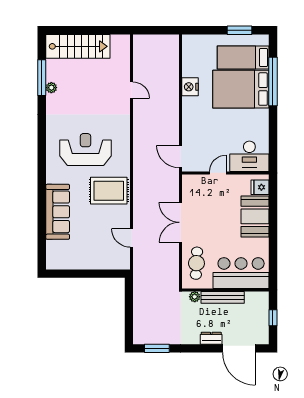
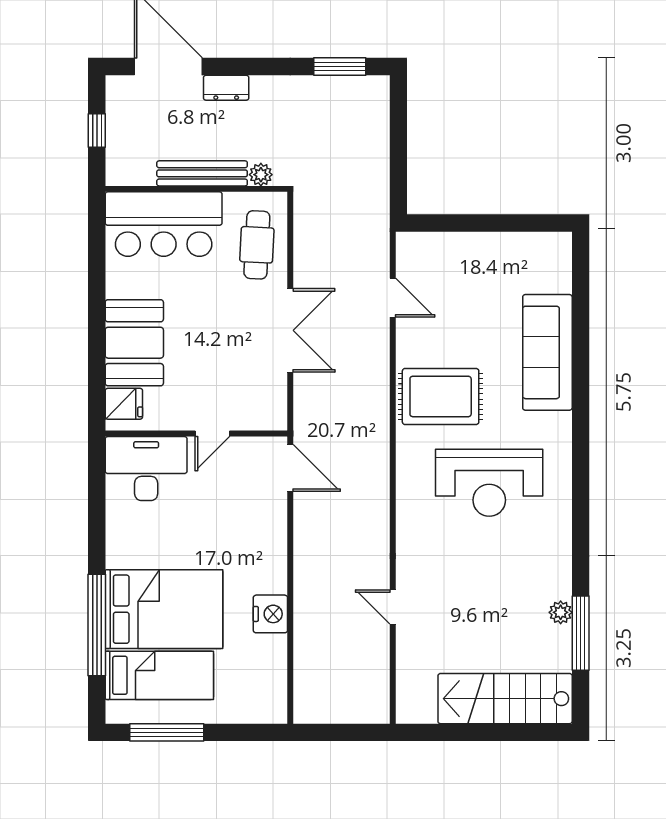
window: (240, 30) -> (167, 732), width x1.44

